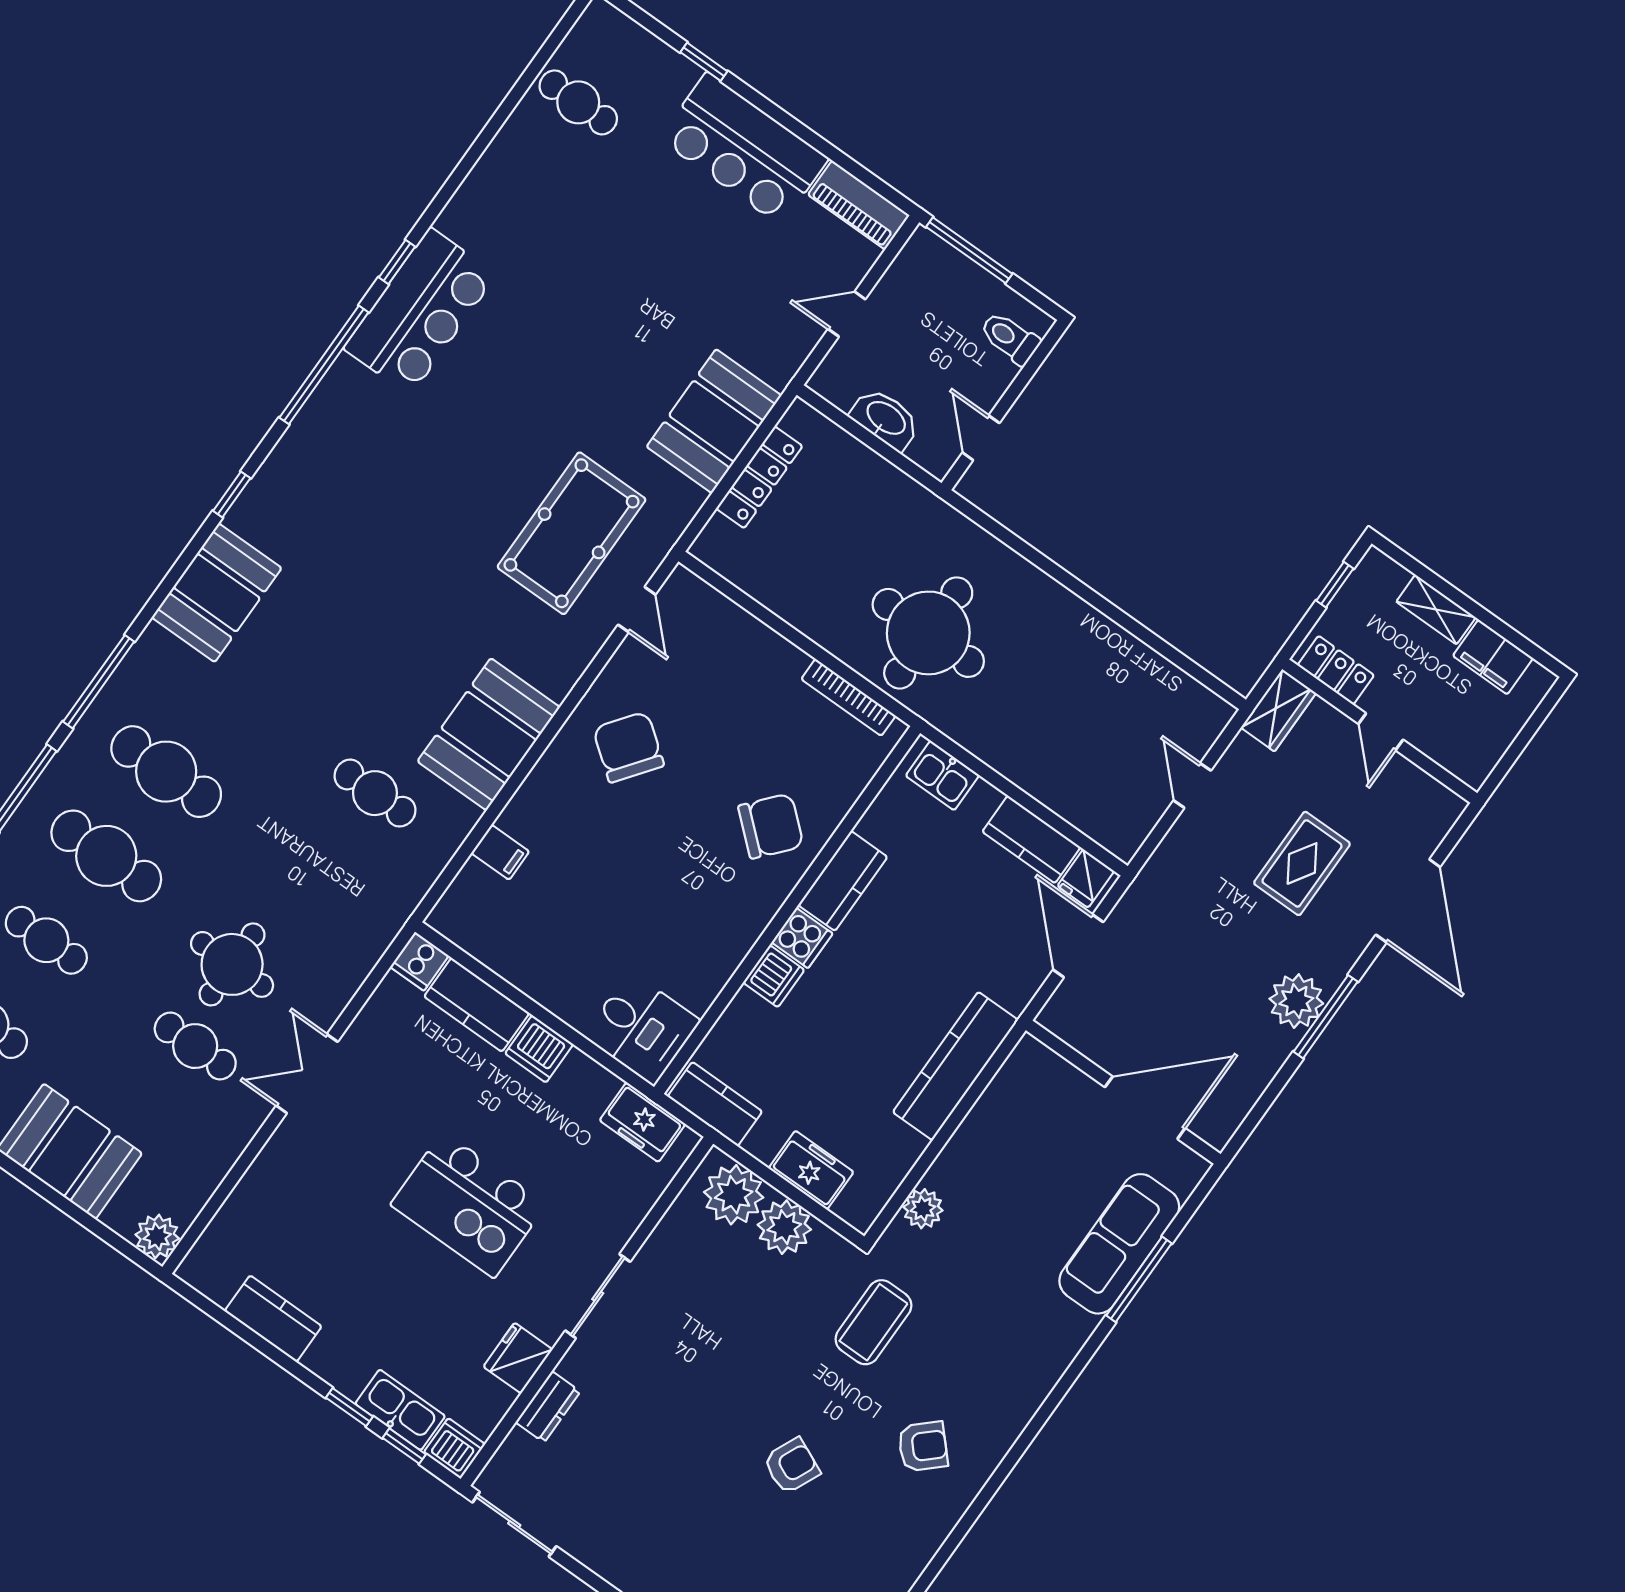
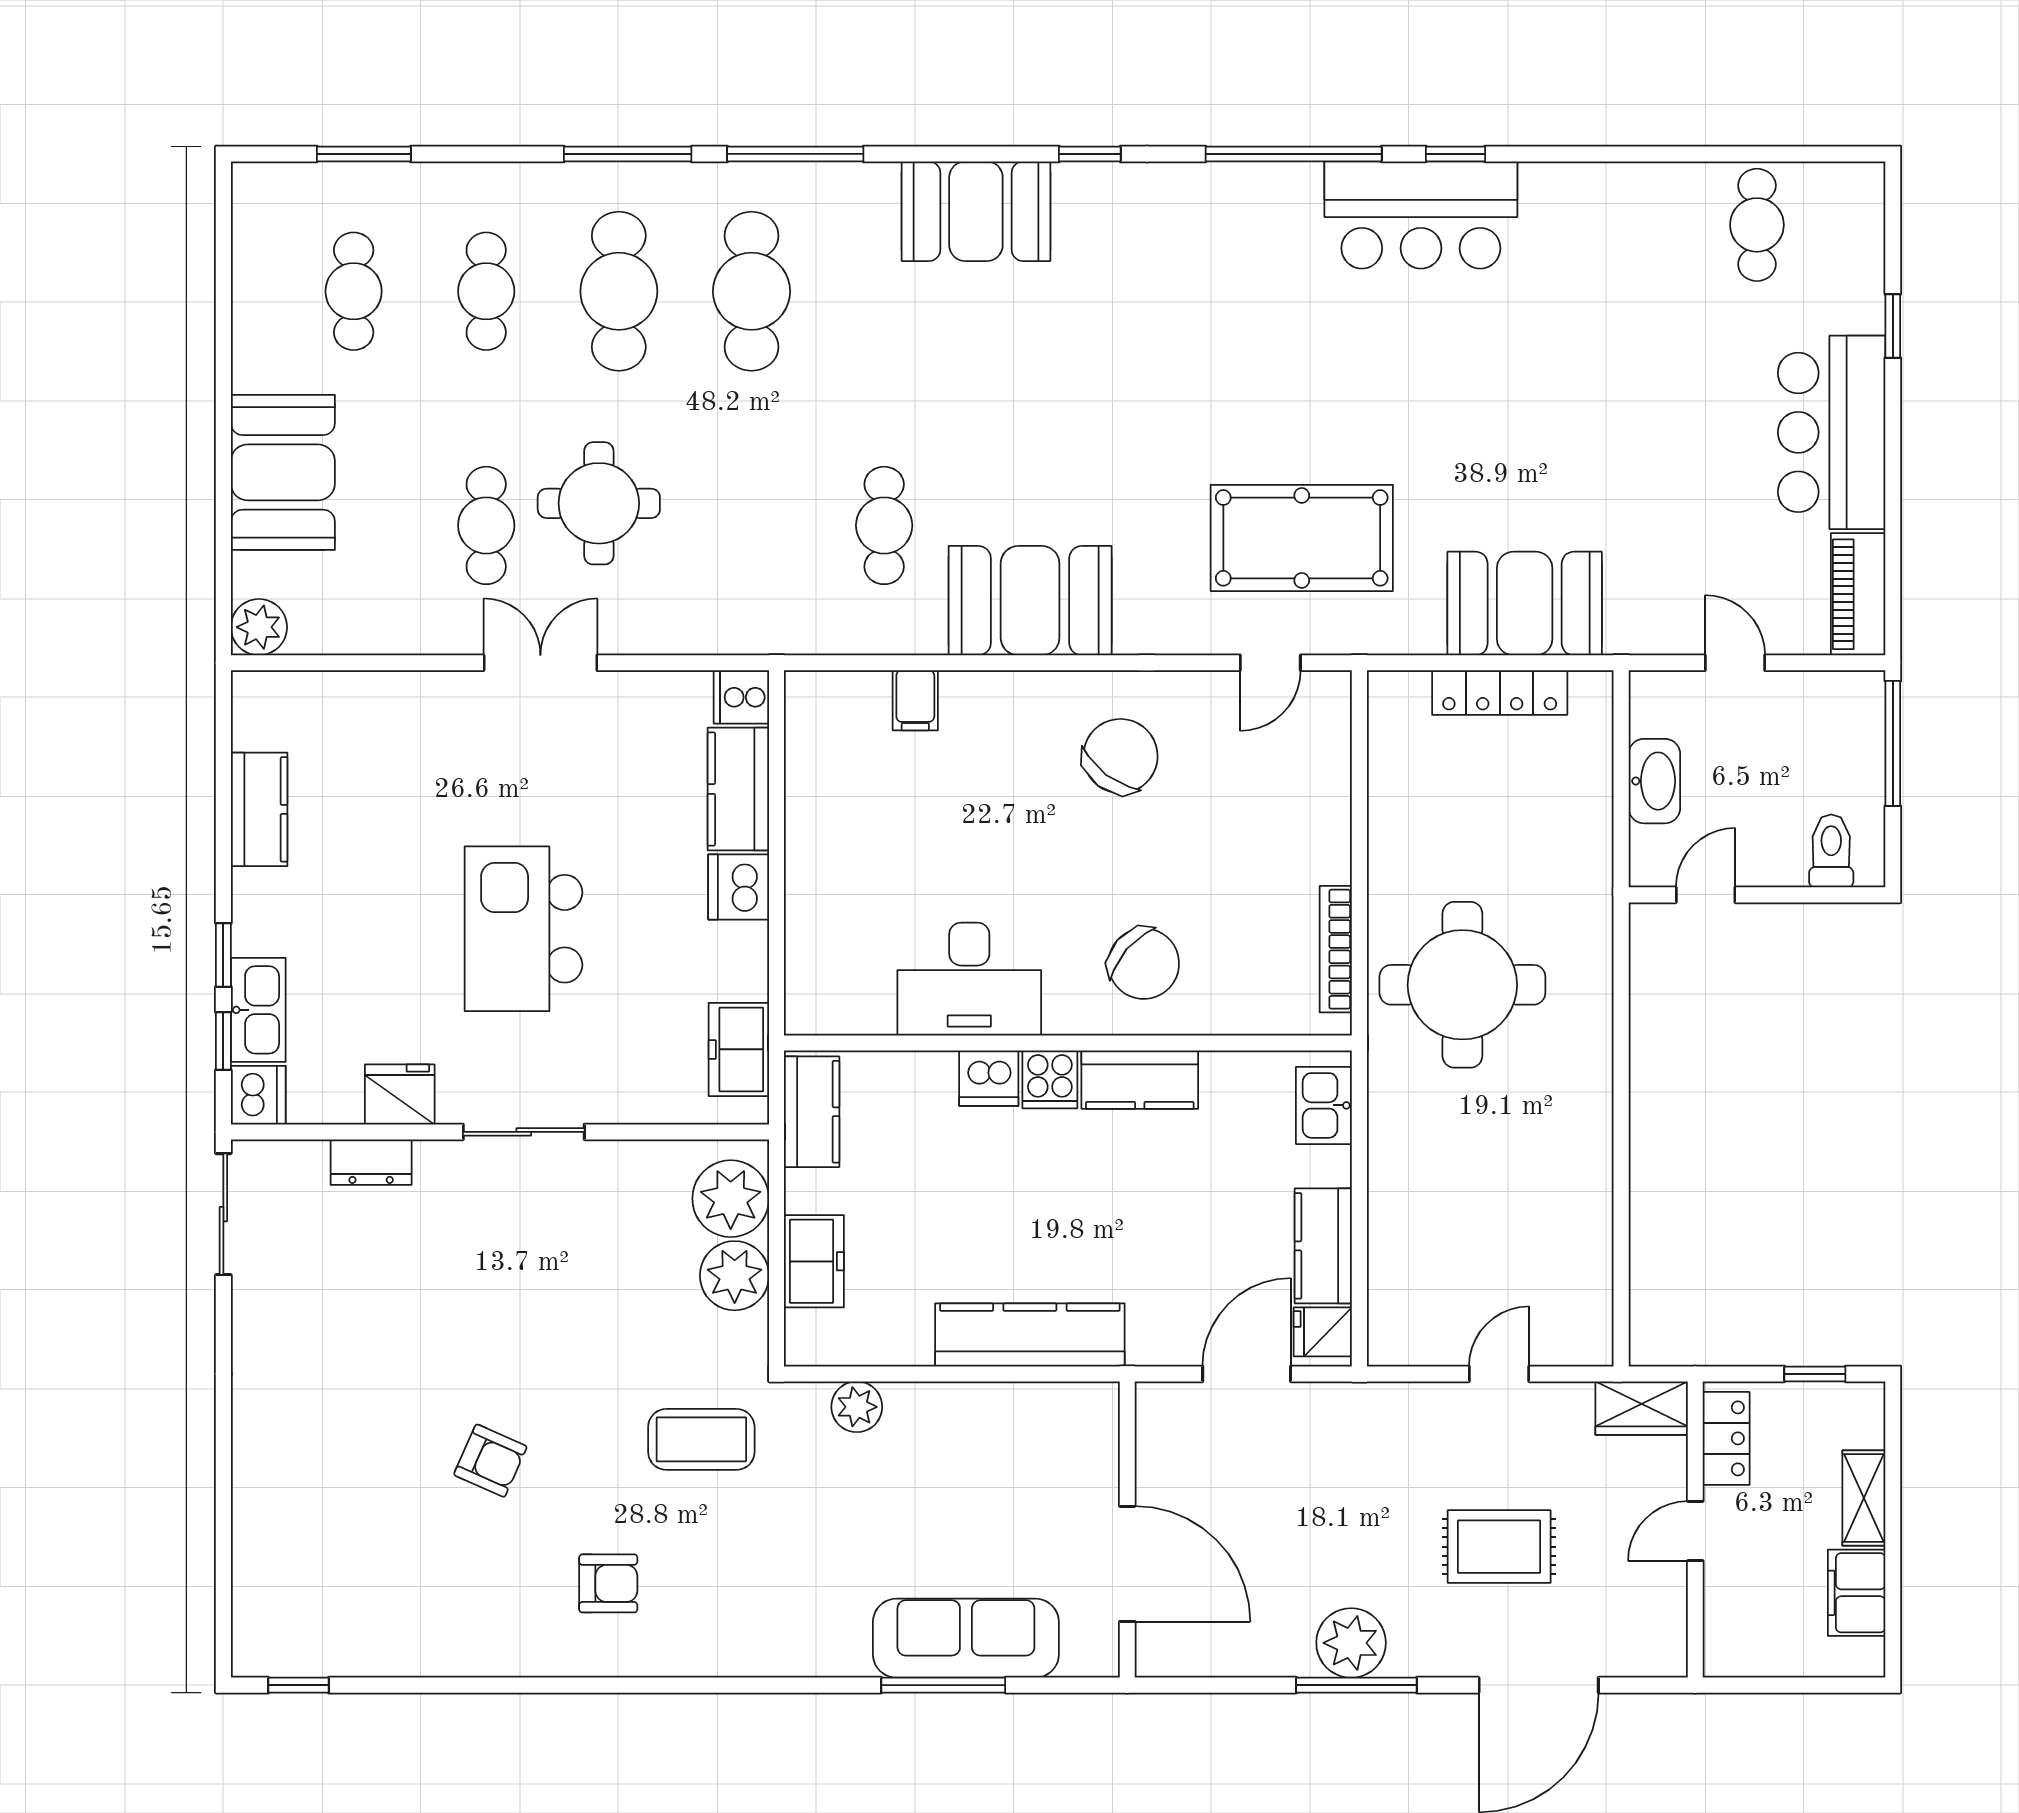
desk: (642, 1028) -> (969, 979), moved, width x1.37
armchair: (923, 1446) -> (608, 1583), turned -47

